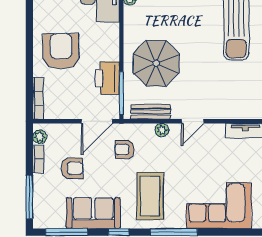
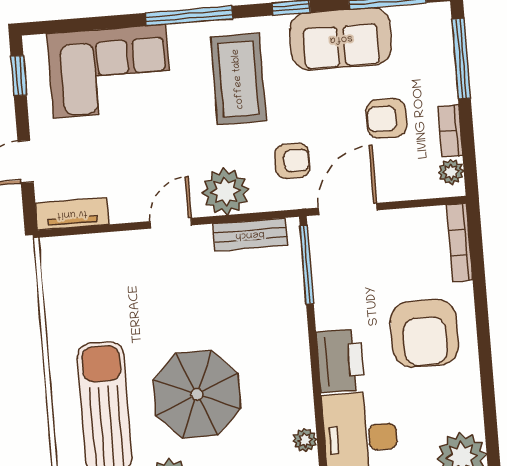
parasol: (156, 63) -> (197, 394), moved
printer: (107, 78) -> (340, 361), moved
plant: (162, 130) -> (225, 191), width x1.88, depth x1.88

